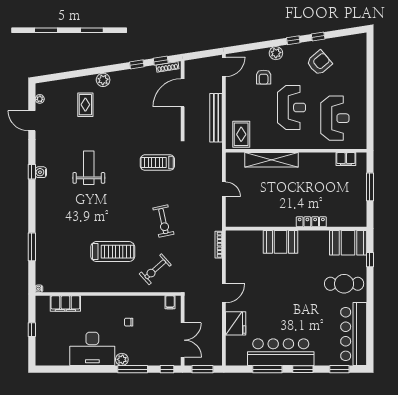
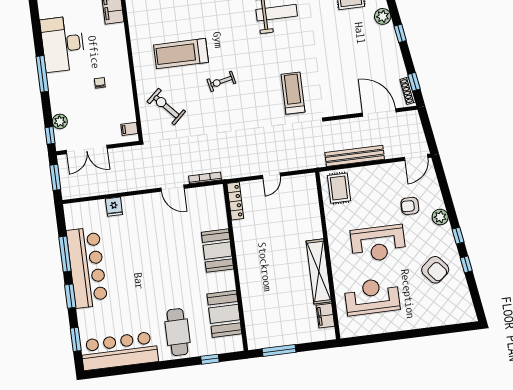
window: (137, 64) -> (400, 33), moved
door: (224, 67) -> (416, 157), hinge flipped
reception desk: (335, 118) -> (372, 296), turned 180
rug: (241, 134) -> (339, 188), turned 90
shelving: (272, 160) -> (319, 271), moved
window: (370, 187) -> (279, 350), moved
exercise bike: (163, 221) -> (221, 81), moved, width x0.73, depth x0.72
locker: (311, 222) -> (235, 201), moved
booth: (348, 243) -> (224, 314), moved
treadmill: (113, 252) -> (181, 54), turned 90
door: (224, 293) -> (173, 188), moved
fridge: (236, 323) -> (114, 207), width x0.53, depth x0.75
plant: (122, 359) -> (60, 121), moved
window: (133, 369) -> (42, 74), moved

